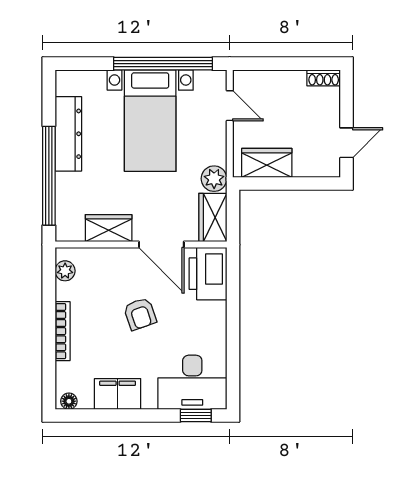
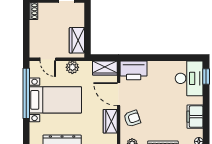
door: (230, 106) -> (48, 59), swing flipped
plant: (214, 179) -> (72, 67), moved
door: (161, 245) -> (119, 94), swing flipped
armchair: (140, 314) -> (132, 118), moved

